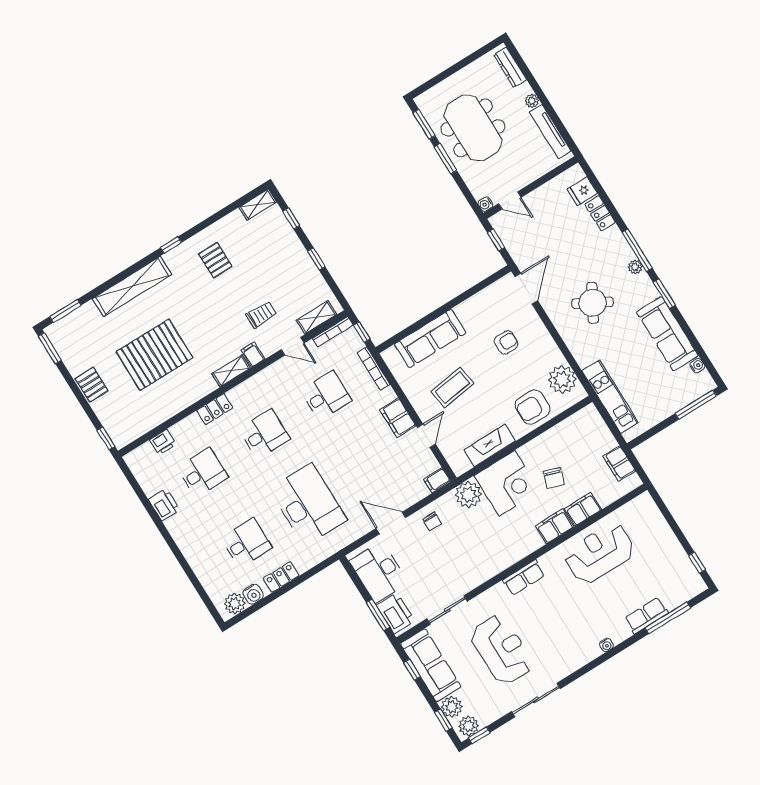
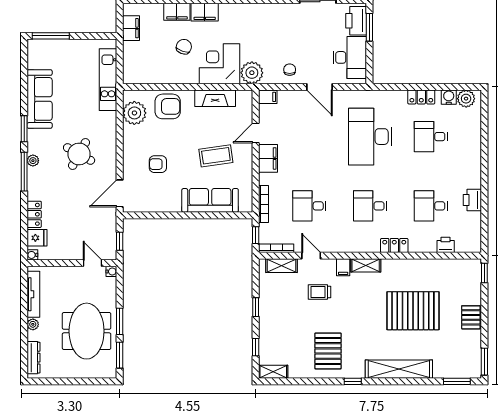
pallet: (215, 260) -> (328, 351), width x1.50, depth x1.42
water cooler: (697, 366) -> (32, 255), moved

